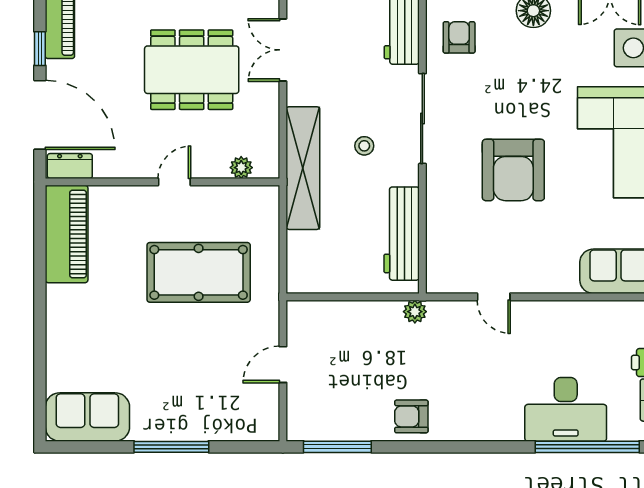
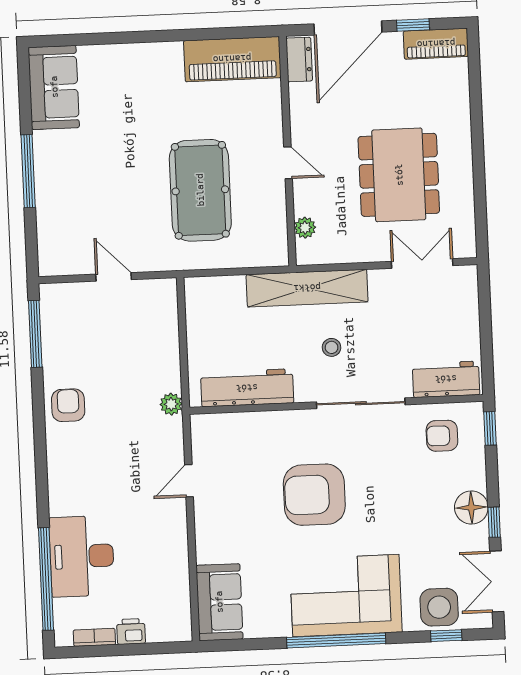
armchair: (459, 37) -> (442, 436), turned 180

